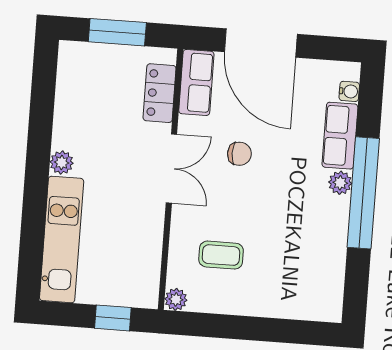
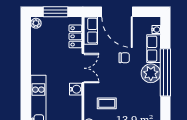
chair: (239, 154) -> (124, 58), moved
plant: (62, 163) -> (36, 23), moved
plant: (340, 183) -> (151, 73), width x1.87, depth x1.87
water cooler: (151, 216) -> (76, 89), added

